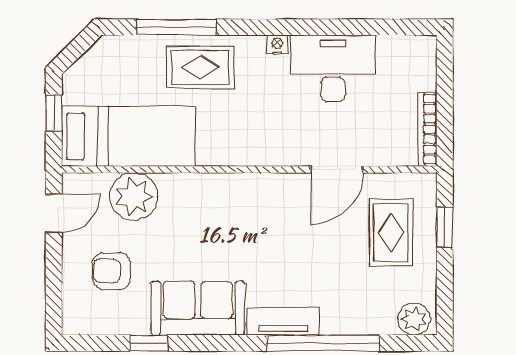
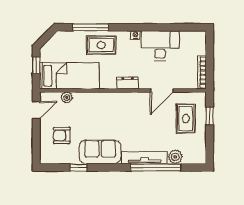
dresser: (260, 153) -> (128, 83), added
plant: (134, 197) -> (67, 97), width x0.53, depth x0.53
plant: (414, 319) -> (175, 157), moved
tv unit: (283, 321) -> (145, 158), width x1.41

